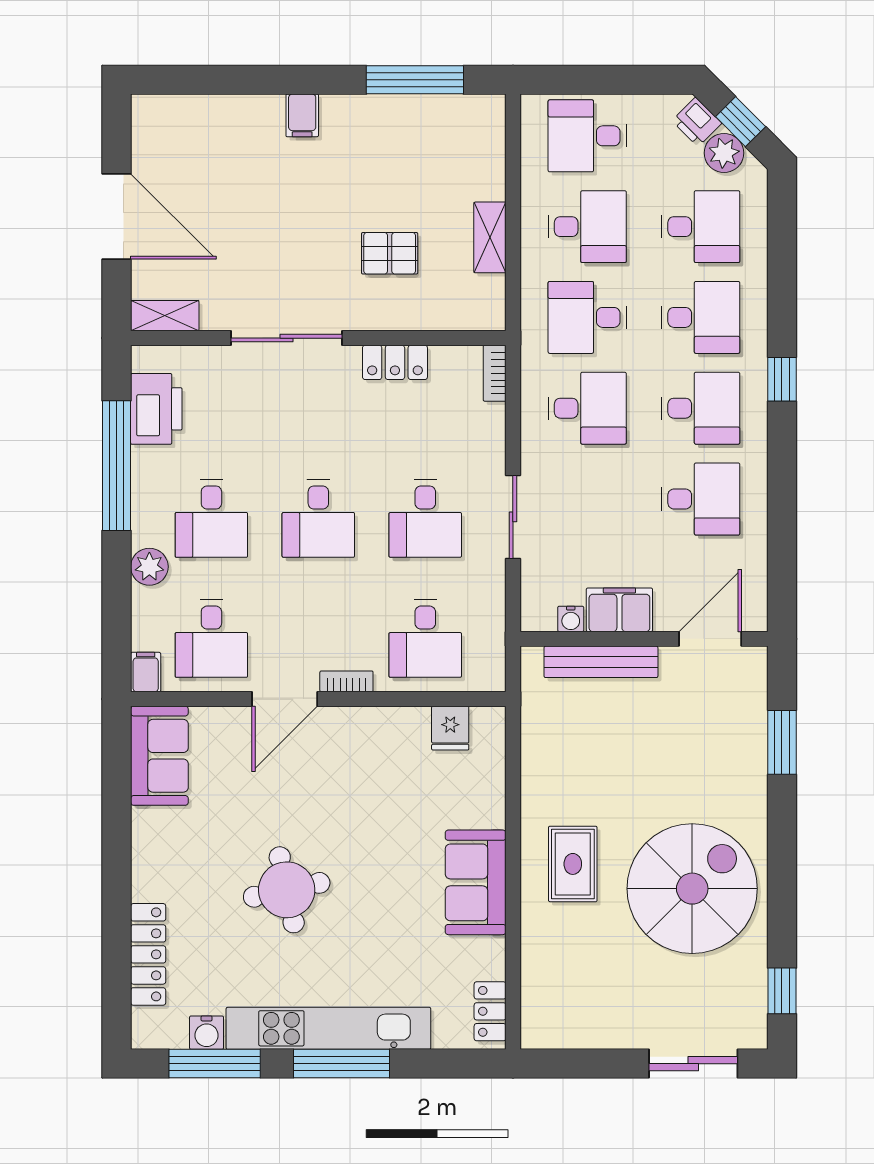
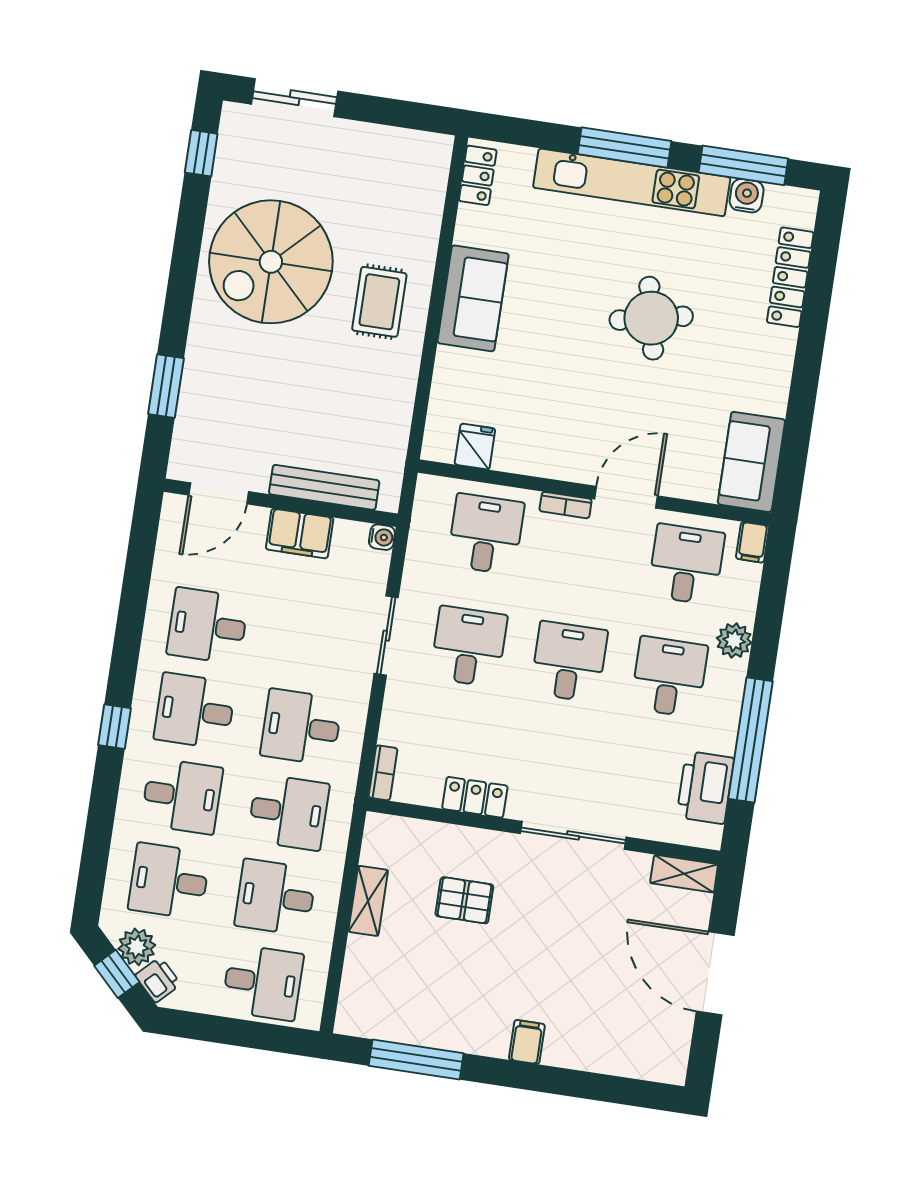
desk: (701, 317) -> (182, 796), turned 180
water cooler: (571, 619) -> (382, 537), moved, turned 90

